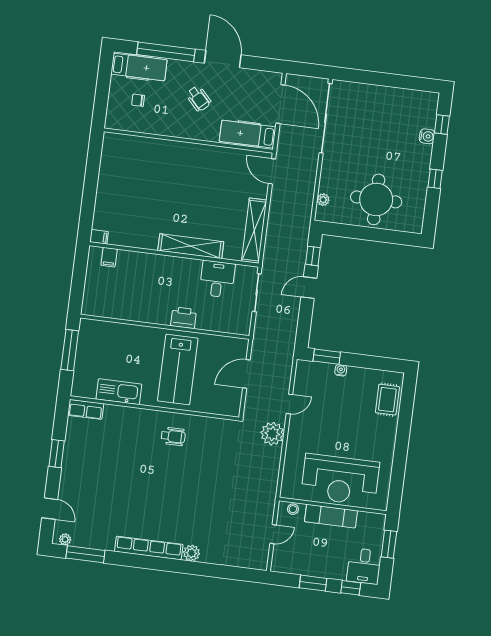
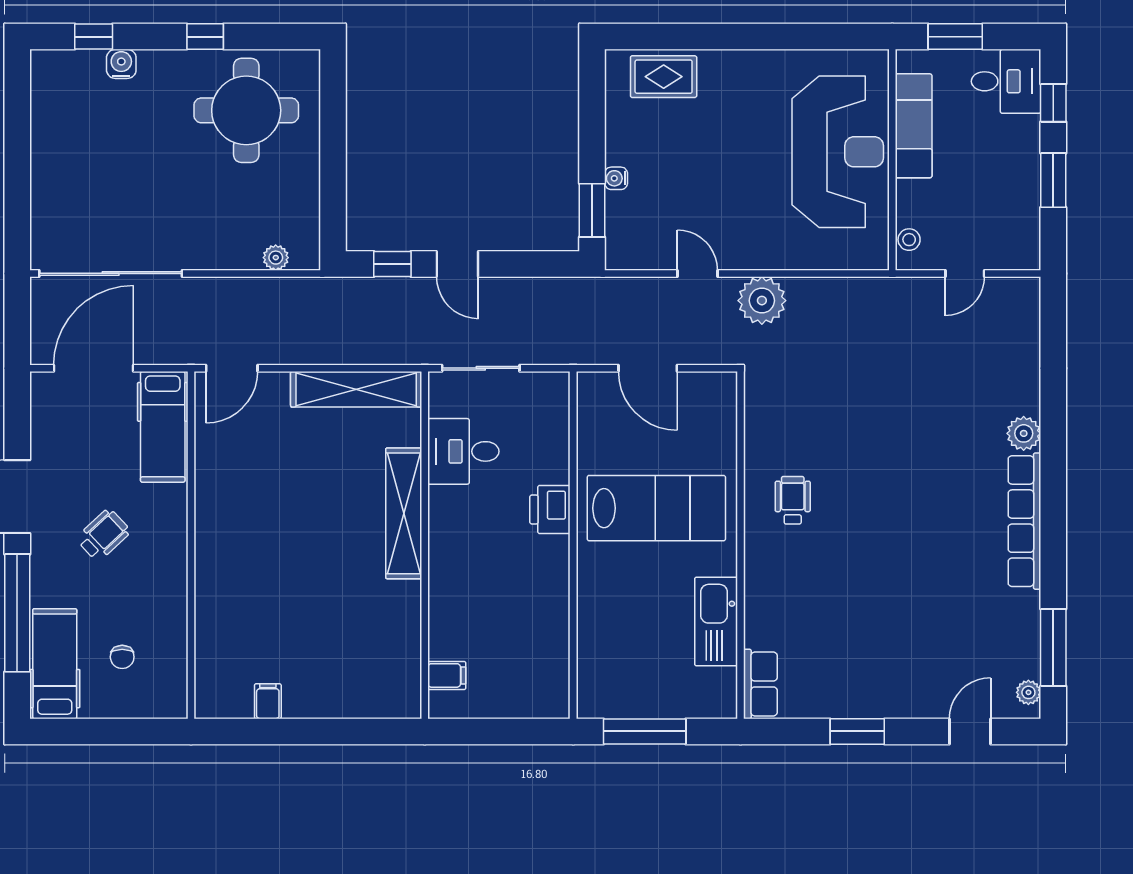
round table: (376, 199) -> (246, 110), moved
filing cabinet: (99, 237) -> (268, 701), moved
exam couch: (331, 516) -> (914, 126), moved
door: (273, 534) -> (965, 273), swing flipped

